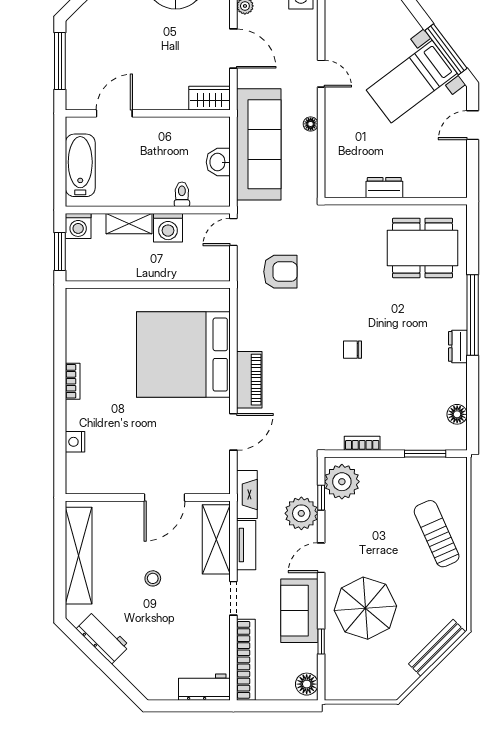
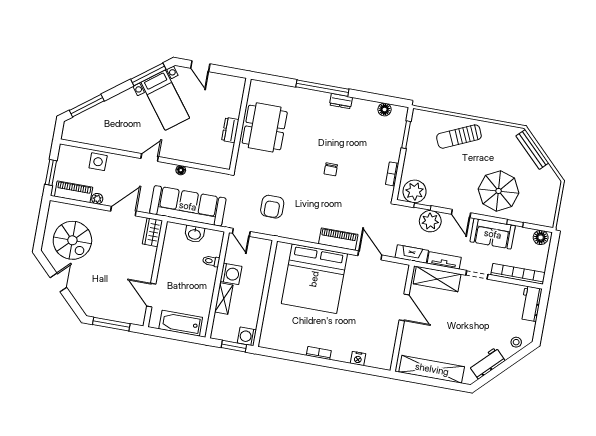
washing machine: (78, 226) -> (247, 336), moved, turned 180
dining table: (422, 248) -> (265, 127), moved
armchair: (280, 272) -> (272, 207), turned 180
stool: (153, 578) -> (516, 342), moved

